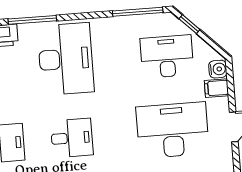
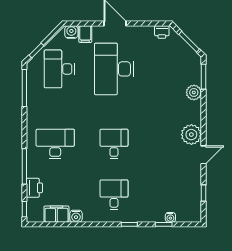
desk: (66, 59) -> (55, 144), width x0.73, depth x0.77

